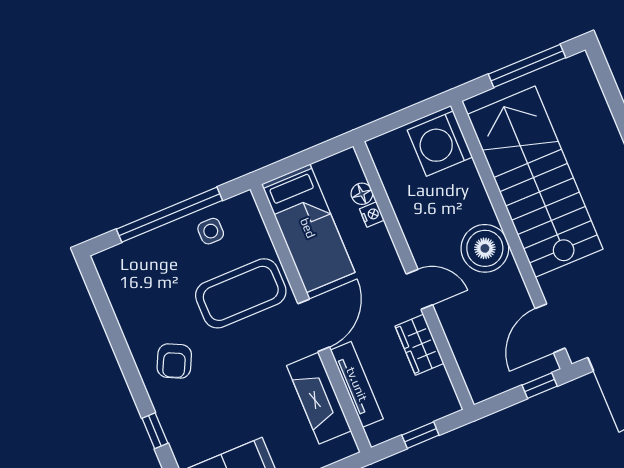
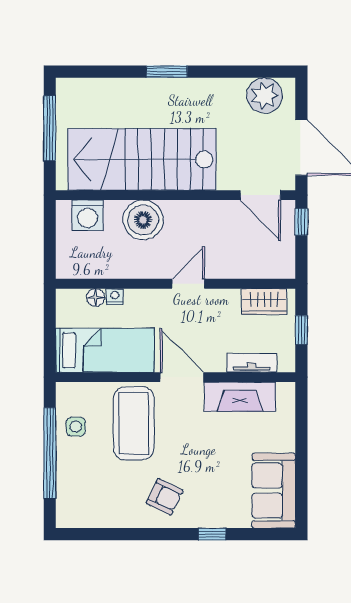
washing machine: (440, 144) -> (88, 215), width x0.73, depth x0.73
boiler: (485, 248) -> (143, 220), moved
wardrobe: (419, 345) -> (264, 302), moved
tv unit: (357, 384) -> (252, 363), width x0.71

